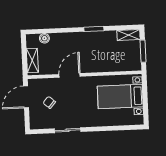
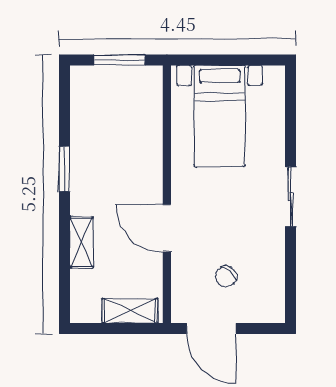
shelving: (129, 35) -> (81, 242), moved
boiler: (44, 38) -> (81, 281), removed
sliding door: (67, 130) -> (291, 197), moved

